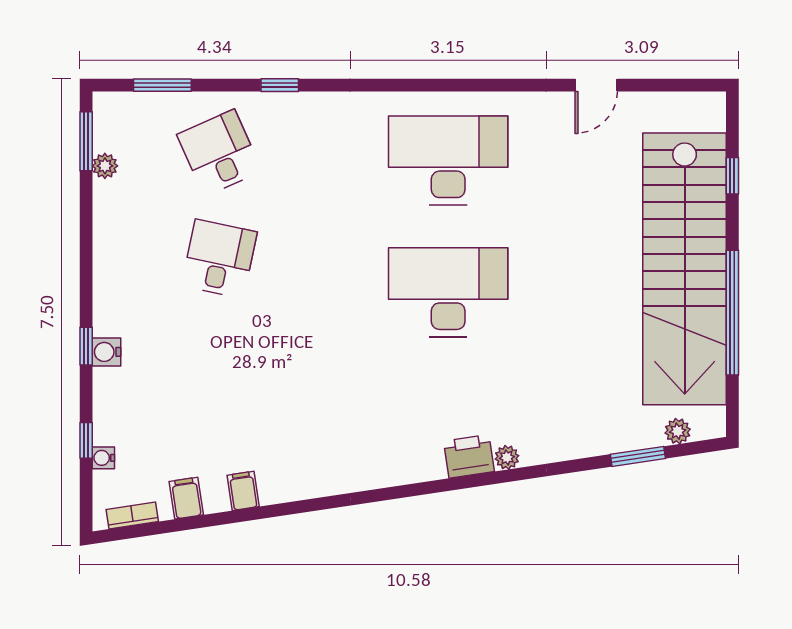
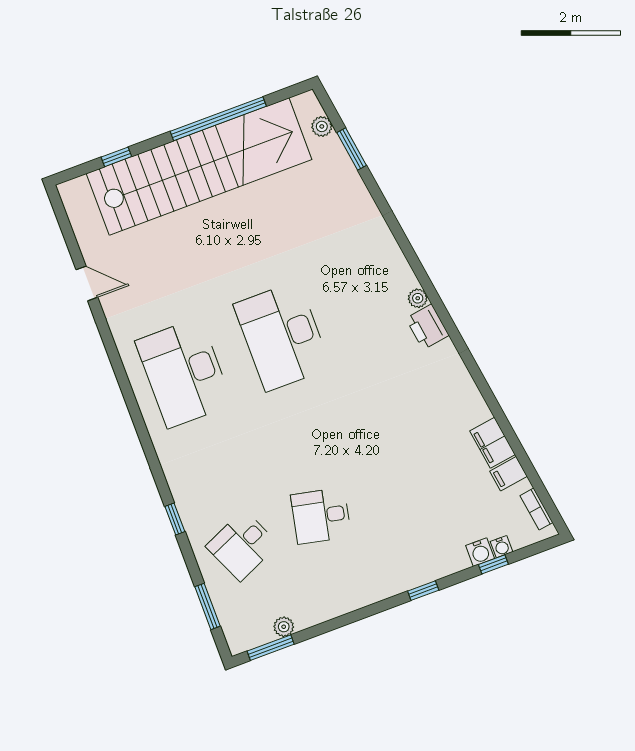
water cooler: (106, 352) -> (480, 552), moved
printer: (469, 456) -> (427, 327), moved
plant: (507, 457) -> (418, 298), moved
filing cabinet: (243, 491) -> (492, 443), width x2.00

